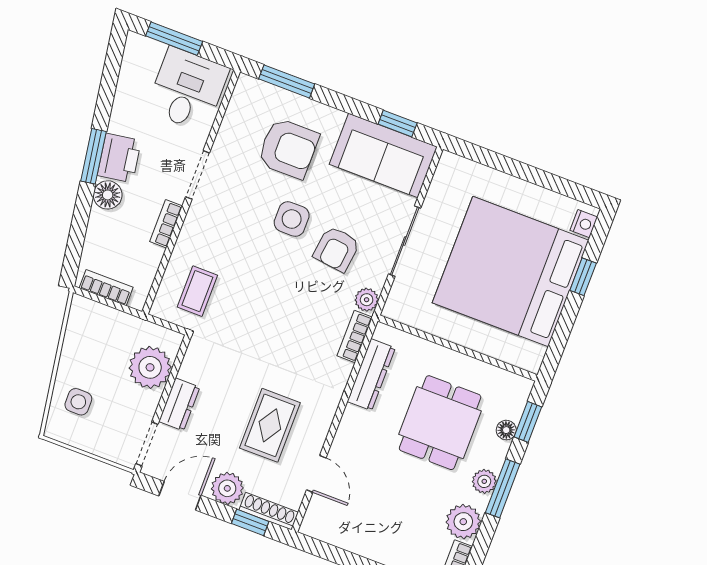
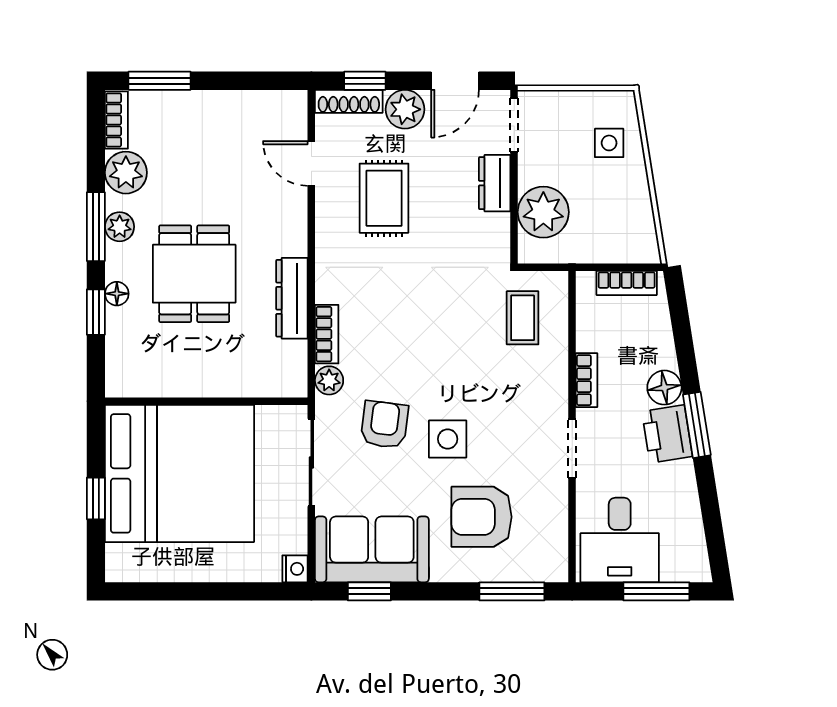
nightstand: (584, 224) -> (295, 569), moved, turned 180
wall: (458, 348) -> (206, 401), moved

